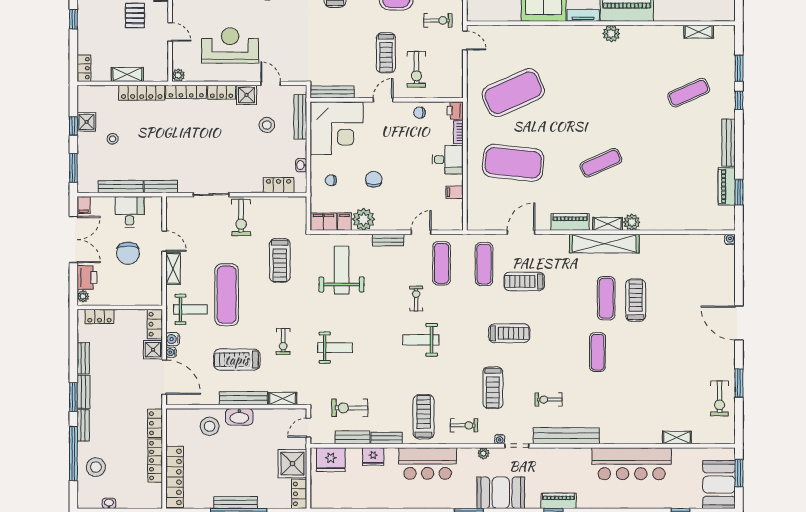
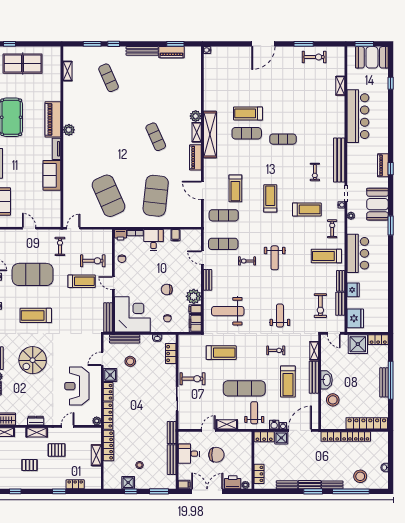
locker: (84, 68) -> (75, 484), moved

